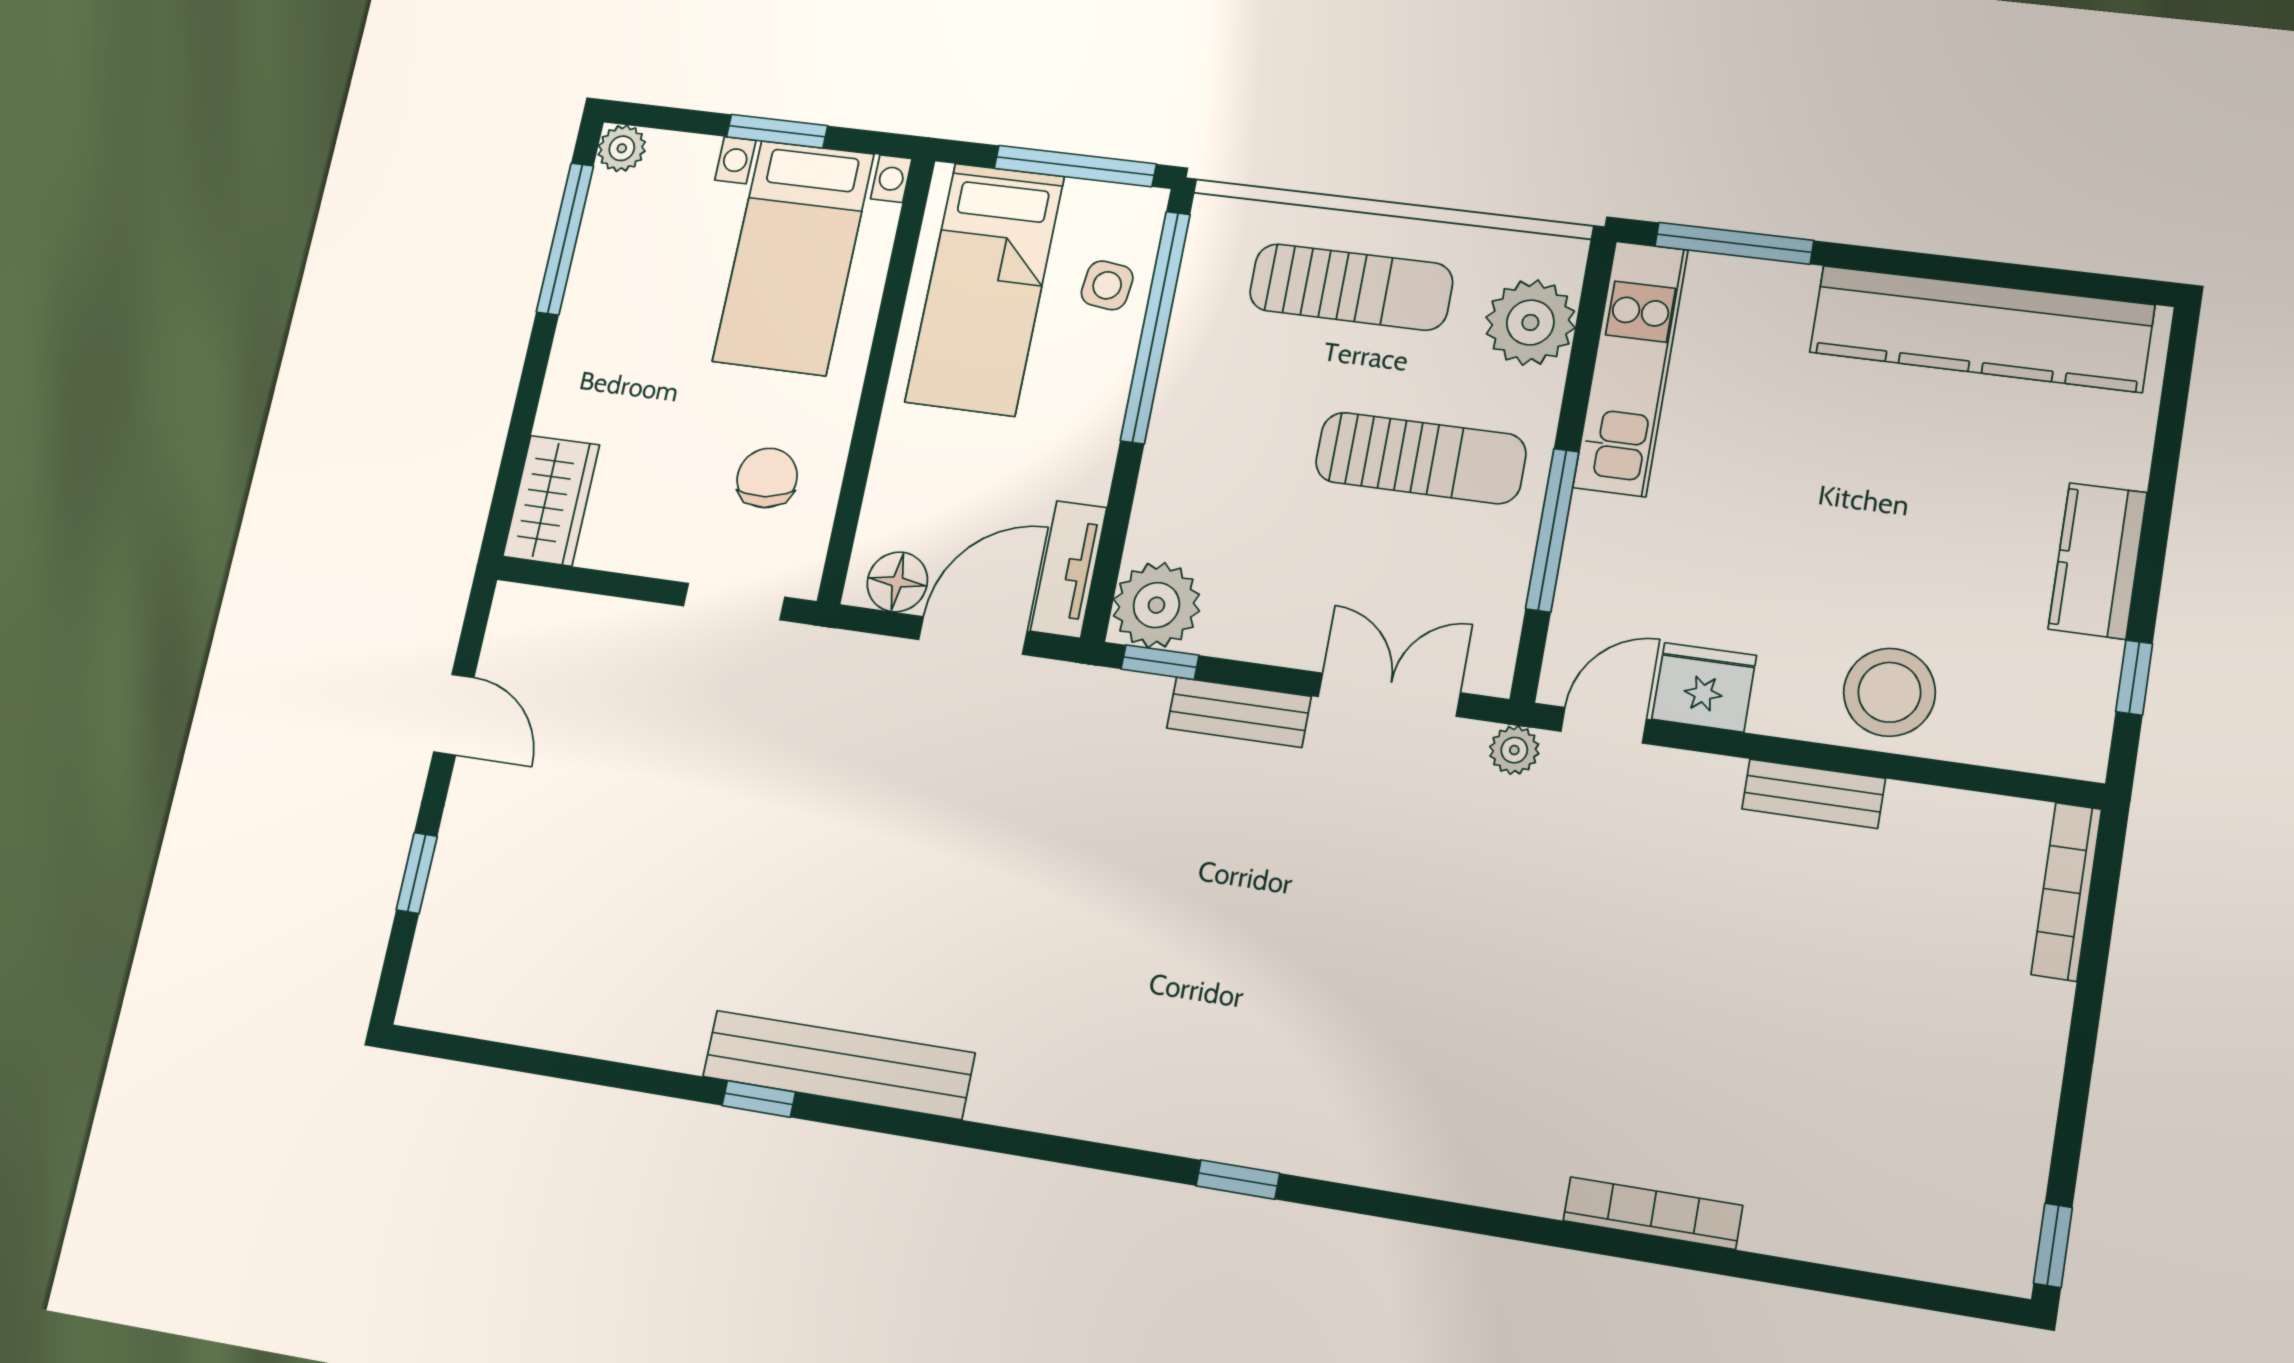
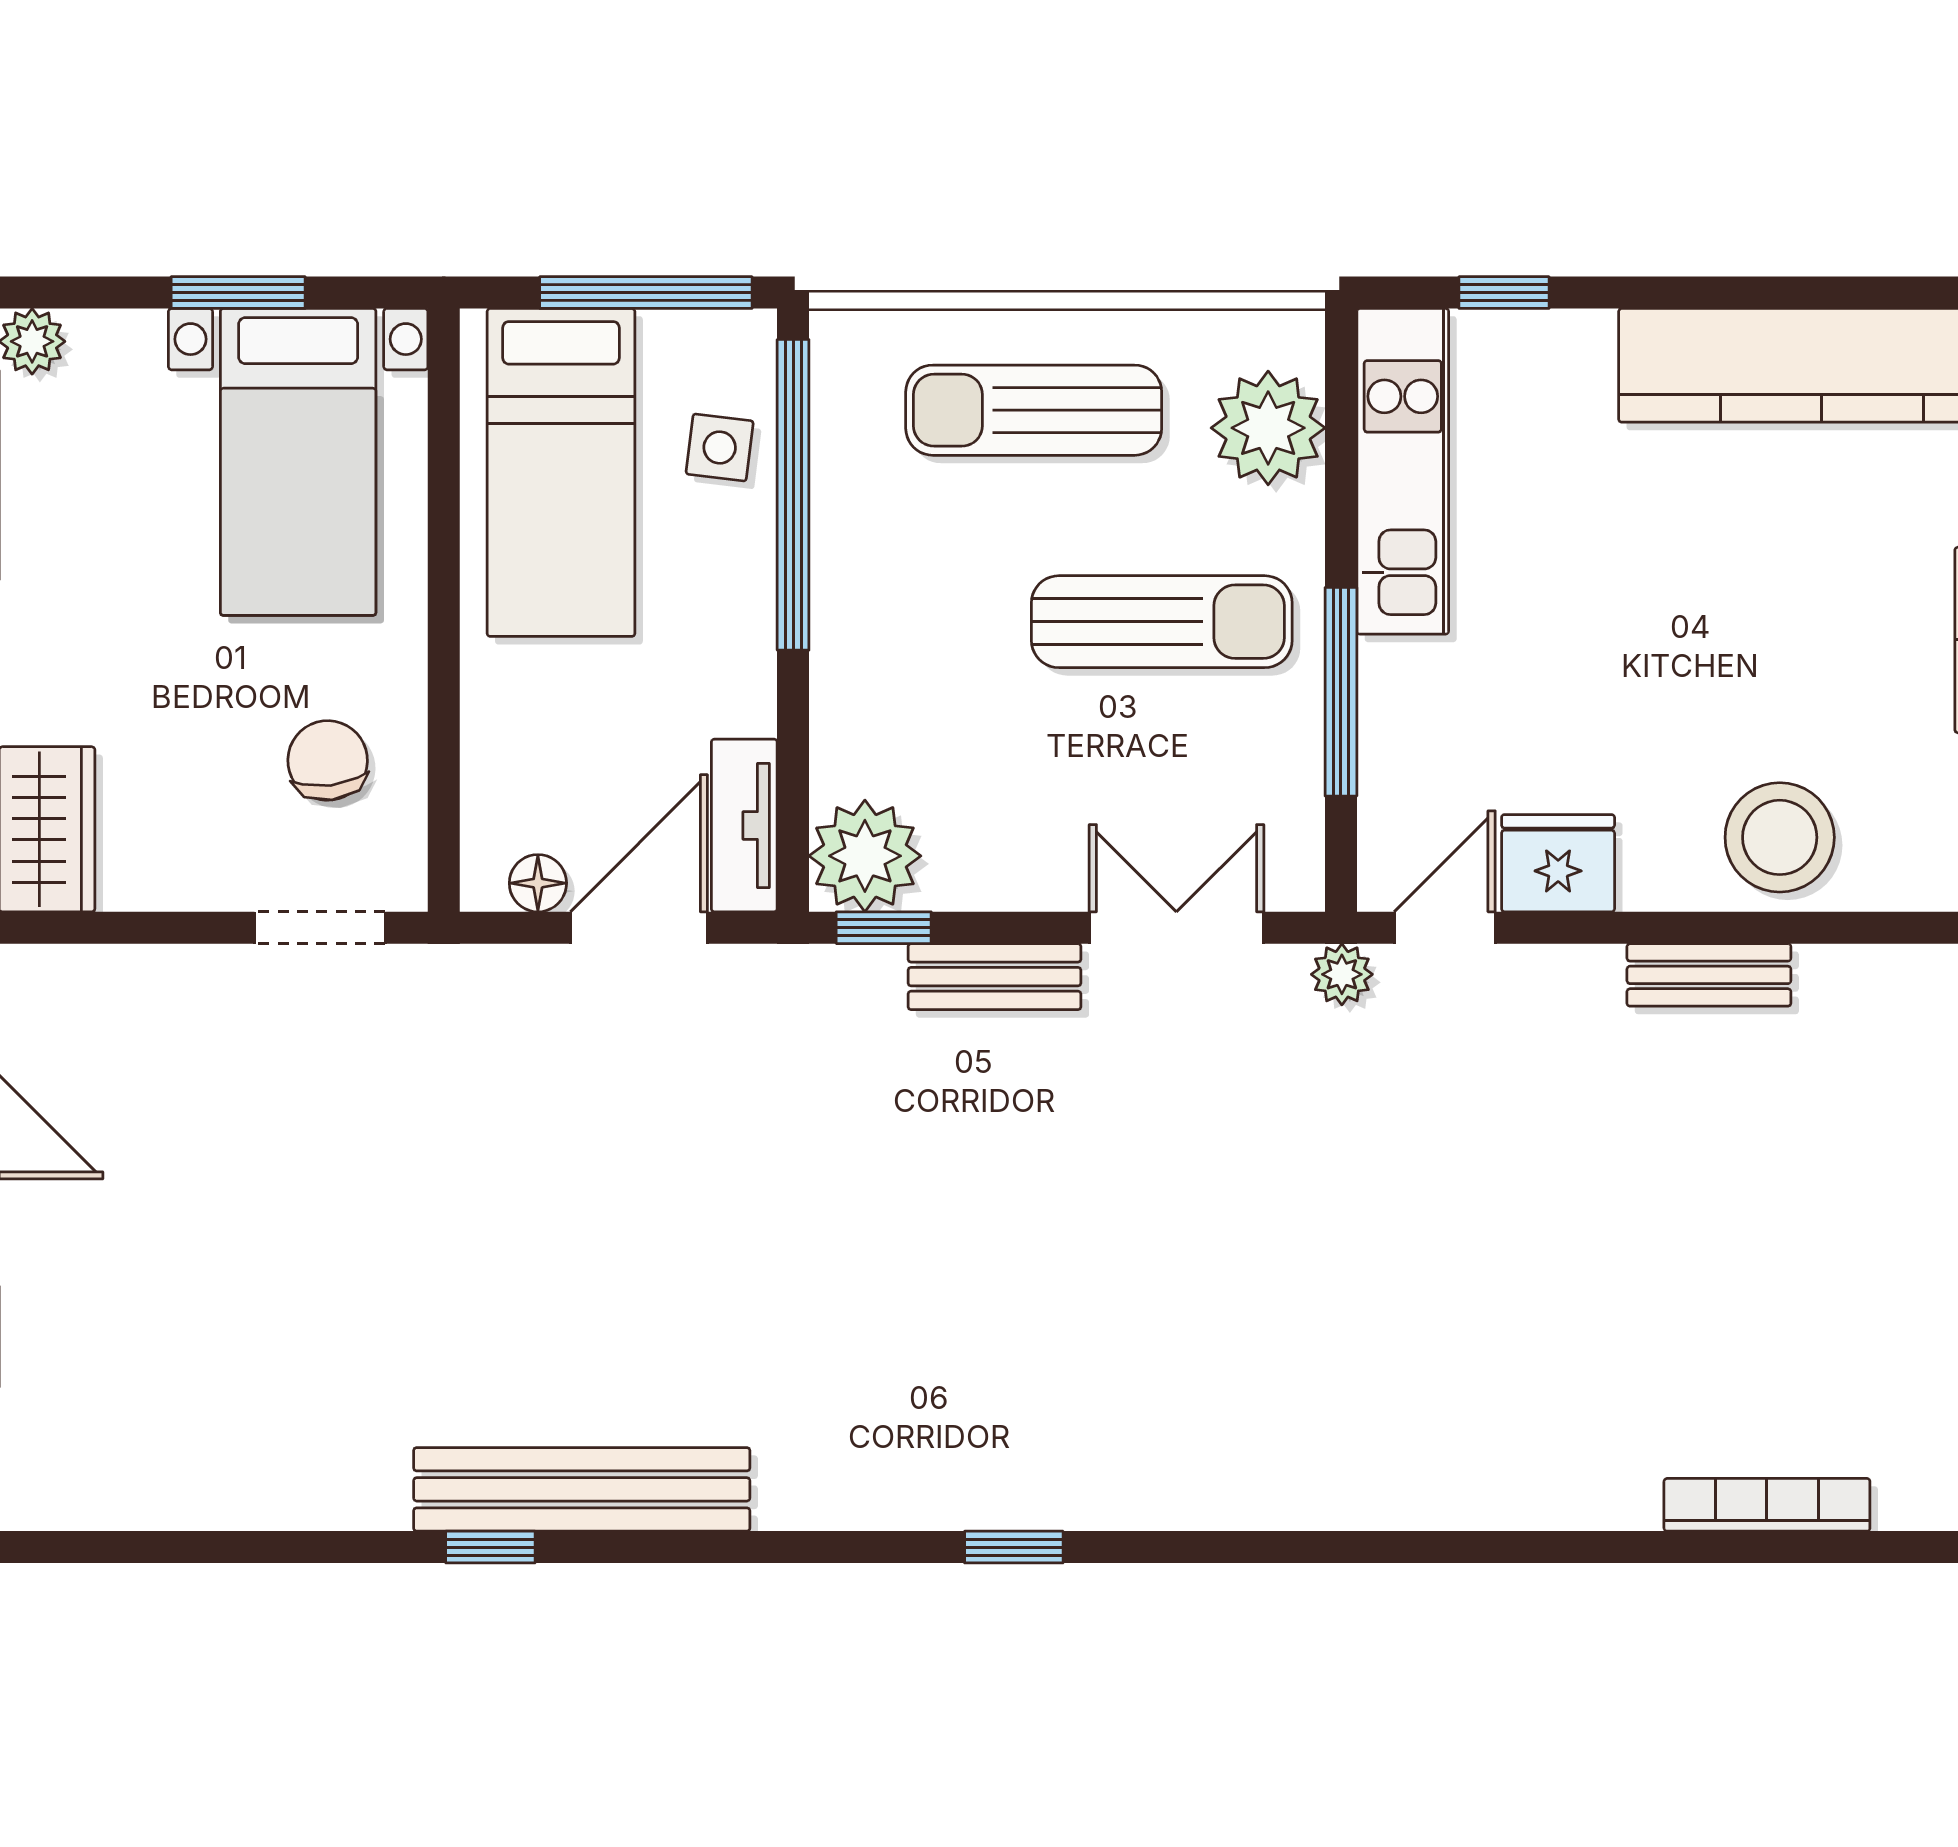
window: (1734, 243) -> (1504, 293), width x0.46
sun lounger: (1351, 287) -> (1034, 410), turned 180
floor lamp: (897, 582) -> (538, 883), width x0.73, depth x0.73
window: (1238, 1180) -> (1014, 1547), moved
bookcase: (1653, 1213) -> (1767, 1505), moved

